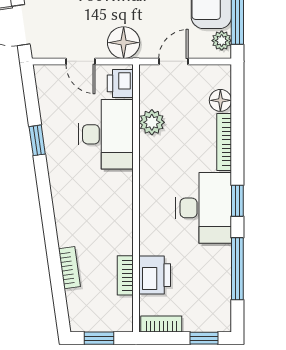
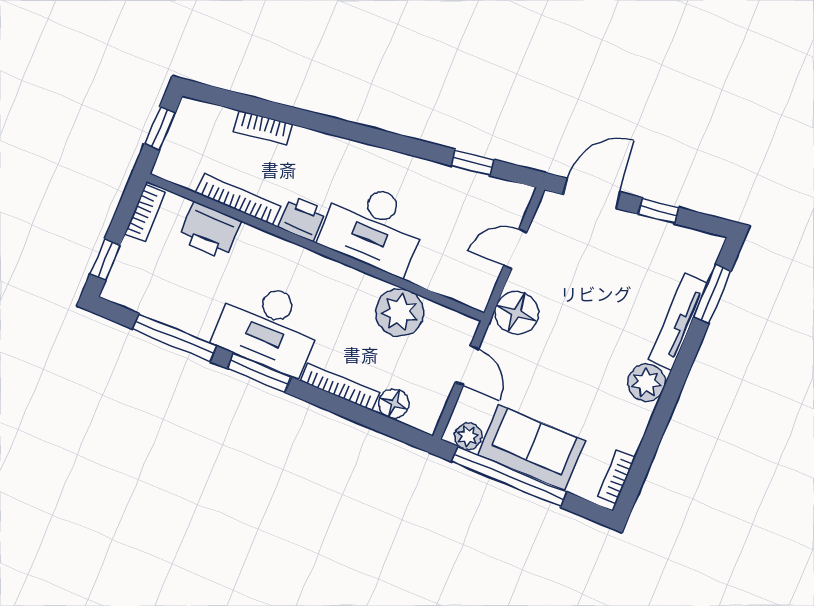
printer: (120, 83) -> (302, 219), moved
plant: (152, 122) -> (400, 312), width x1.36, depth x1.36
desk: (106, 134) -> (373, 227), moved
window: (37, 140) -> (473, 163), moved
window: (237, 201) -> (259, 373), width x1.50
bookcase: (125, 275) -> (238, 199), width x1.56

